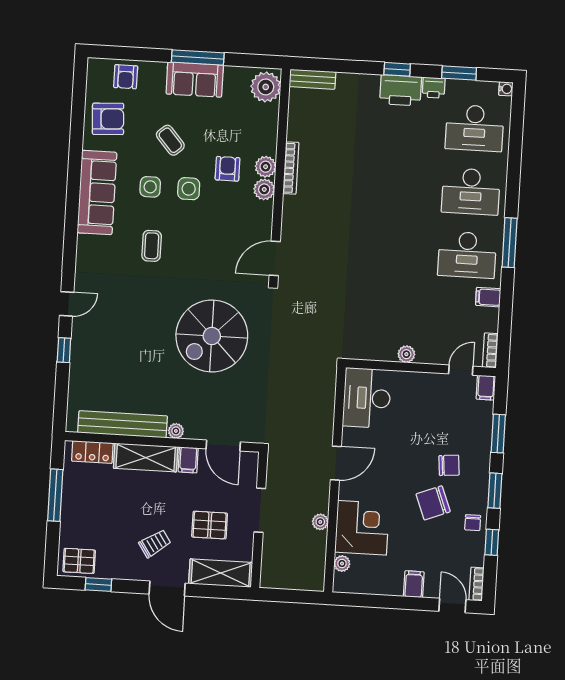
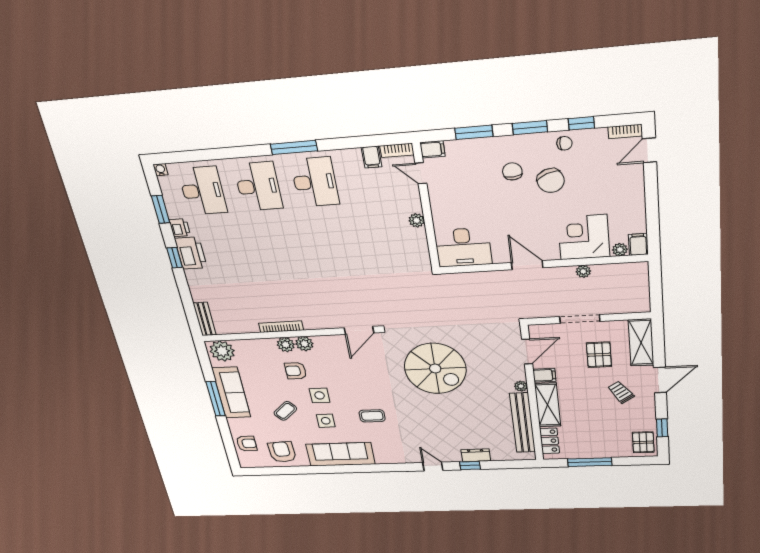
sofa: (195, 80) -> (231, 393), width x1.36
door: (275, 258) -> (359, 330), hinge flipped
filing cabinet: (488, 297) -> (372, 157), moved
dresser: (79, 360) -> (476, 455), added
filing cabinet: (414, 584) -> (638, 244), moved, turned 90

